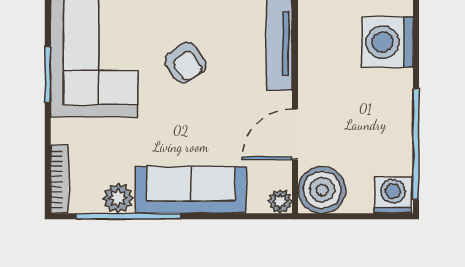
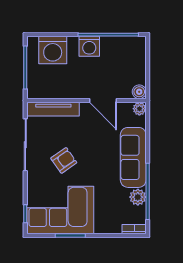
bookcase: (59, 179) -> (134, 229), width x0.64
boiler: (322, 190) -> (139, 92), width x0.54, depth x0.54
washing machine: (393, 195) -> (89, 46), moved, turned -90

